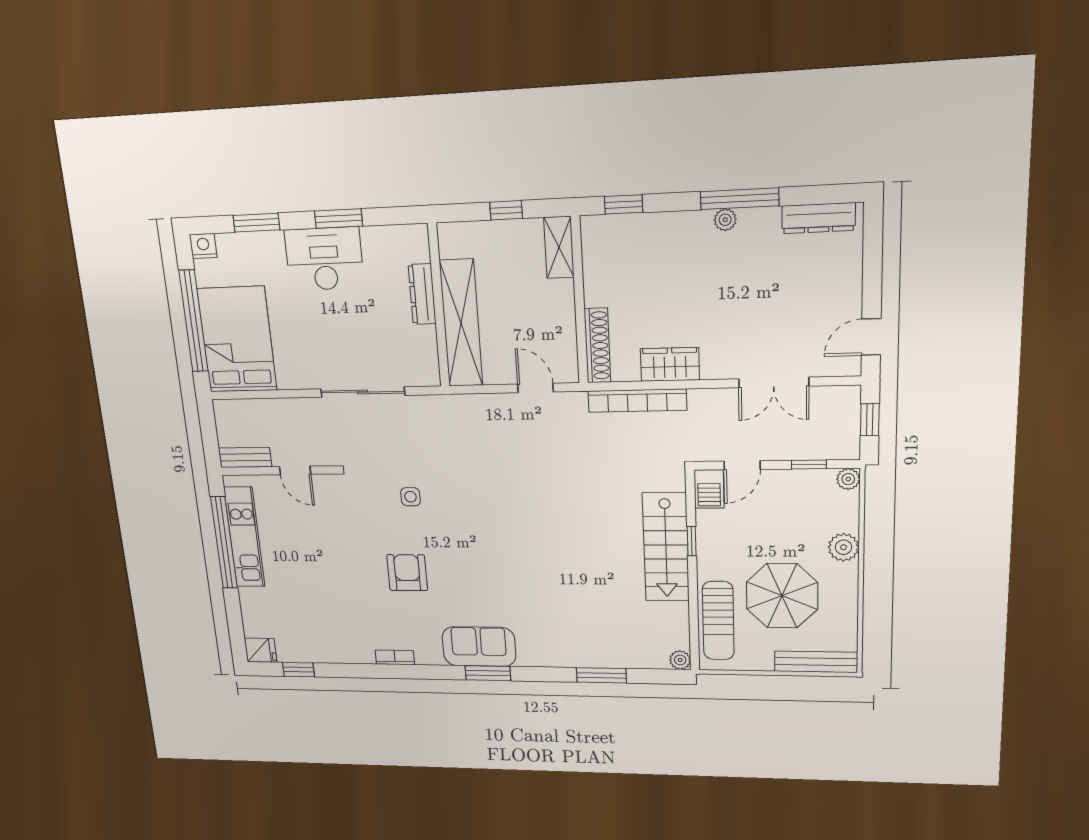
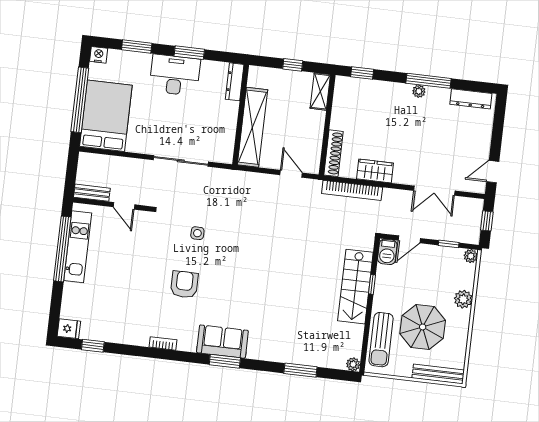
dresser: (422, 294) -> (235, 82), moved

